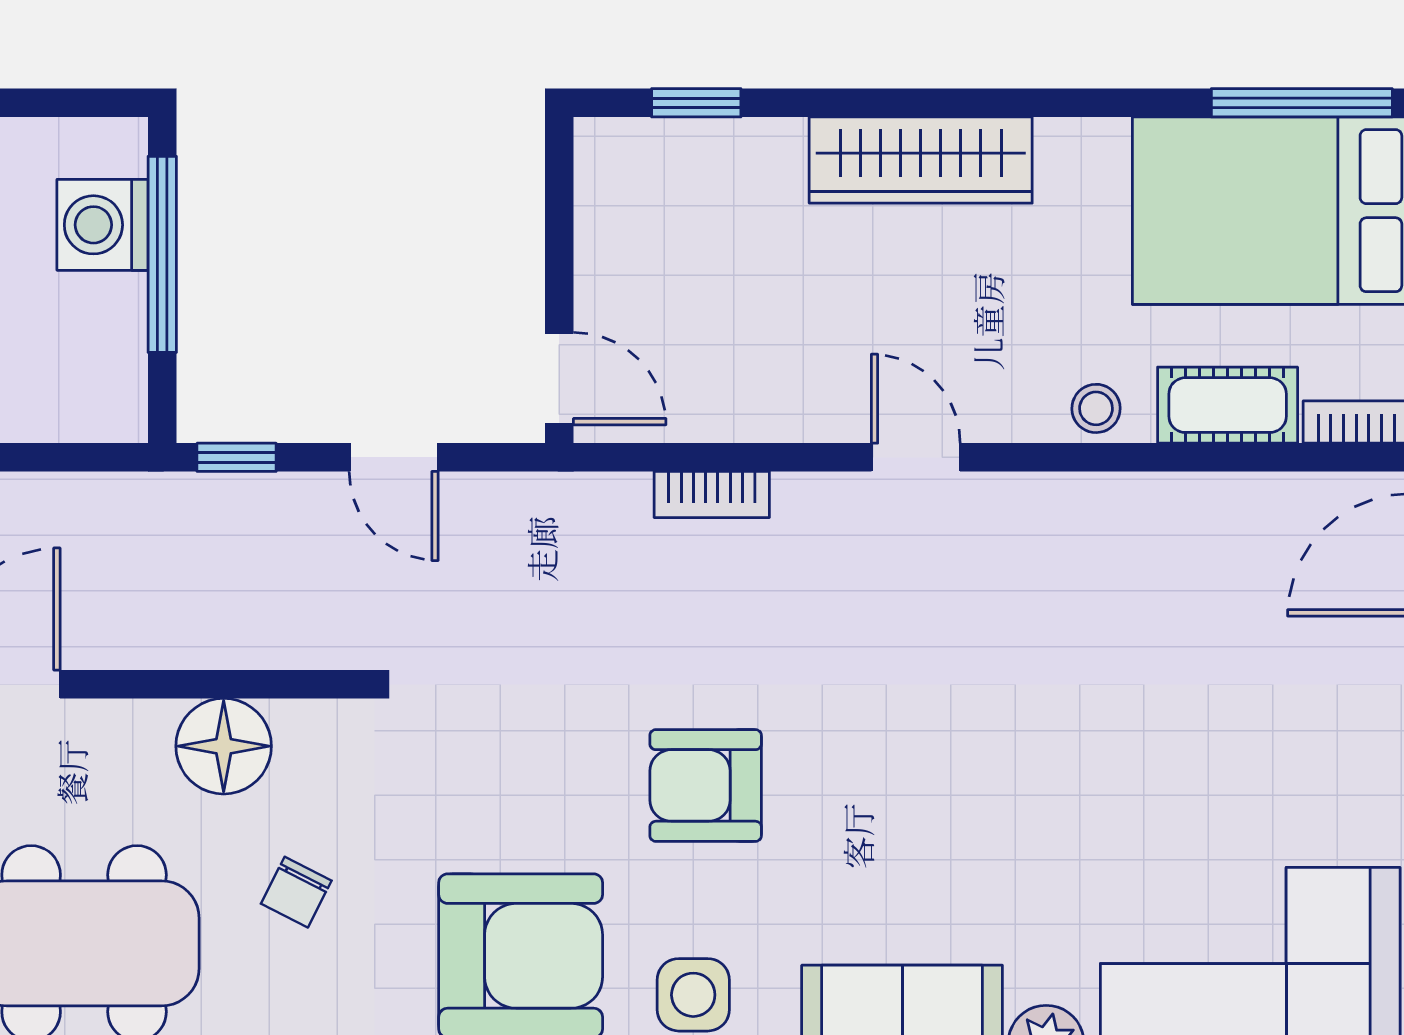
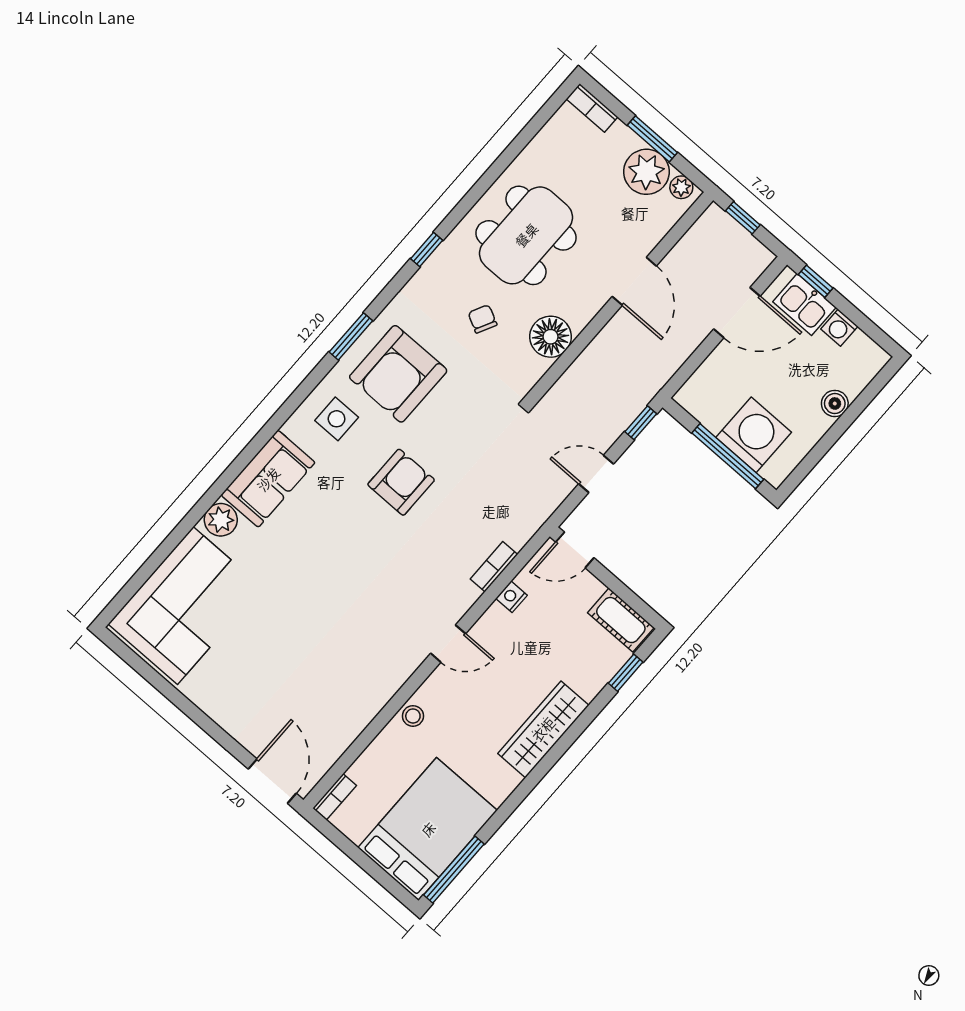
washing machine: (103, 225) -> (754, 435), width x1.37, depth x1.37
cot: (1228, 405) -> (621, 620), moved, turned 90
nightstand: (738, 418) -> (512, 597), added

